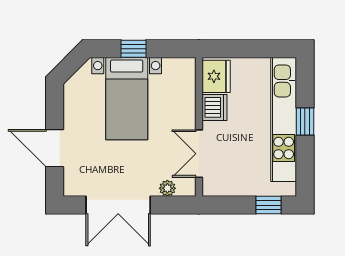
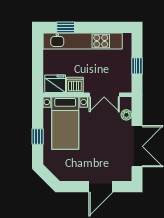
bed with nightstands: (127, 99) -> (65, 123), moved, turned 90
window: (305, 122) -> (66, 27), moved
window: (268, 205) -> (137, 66), moved

